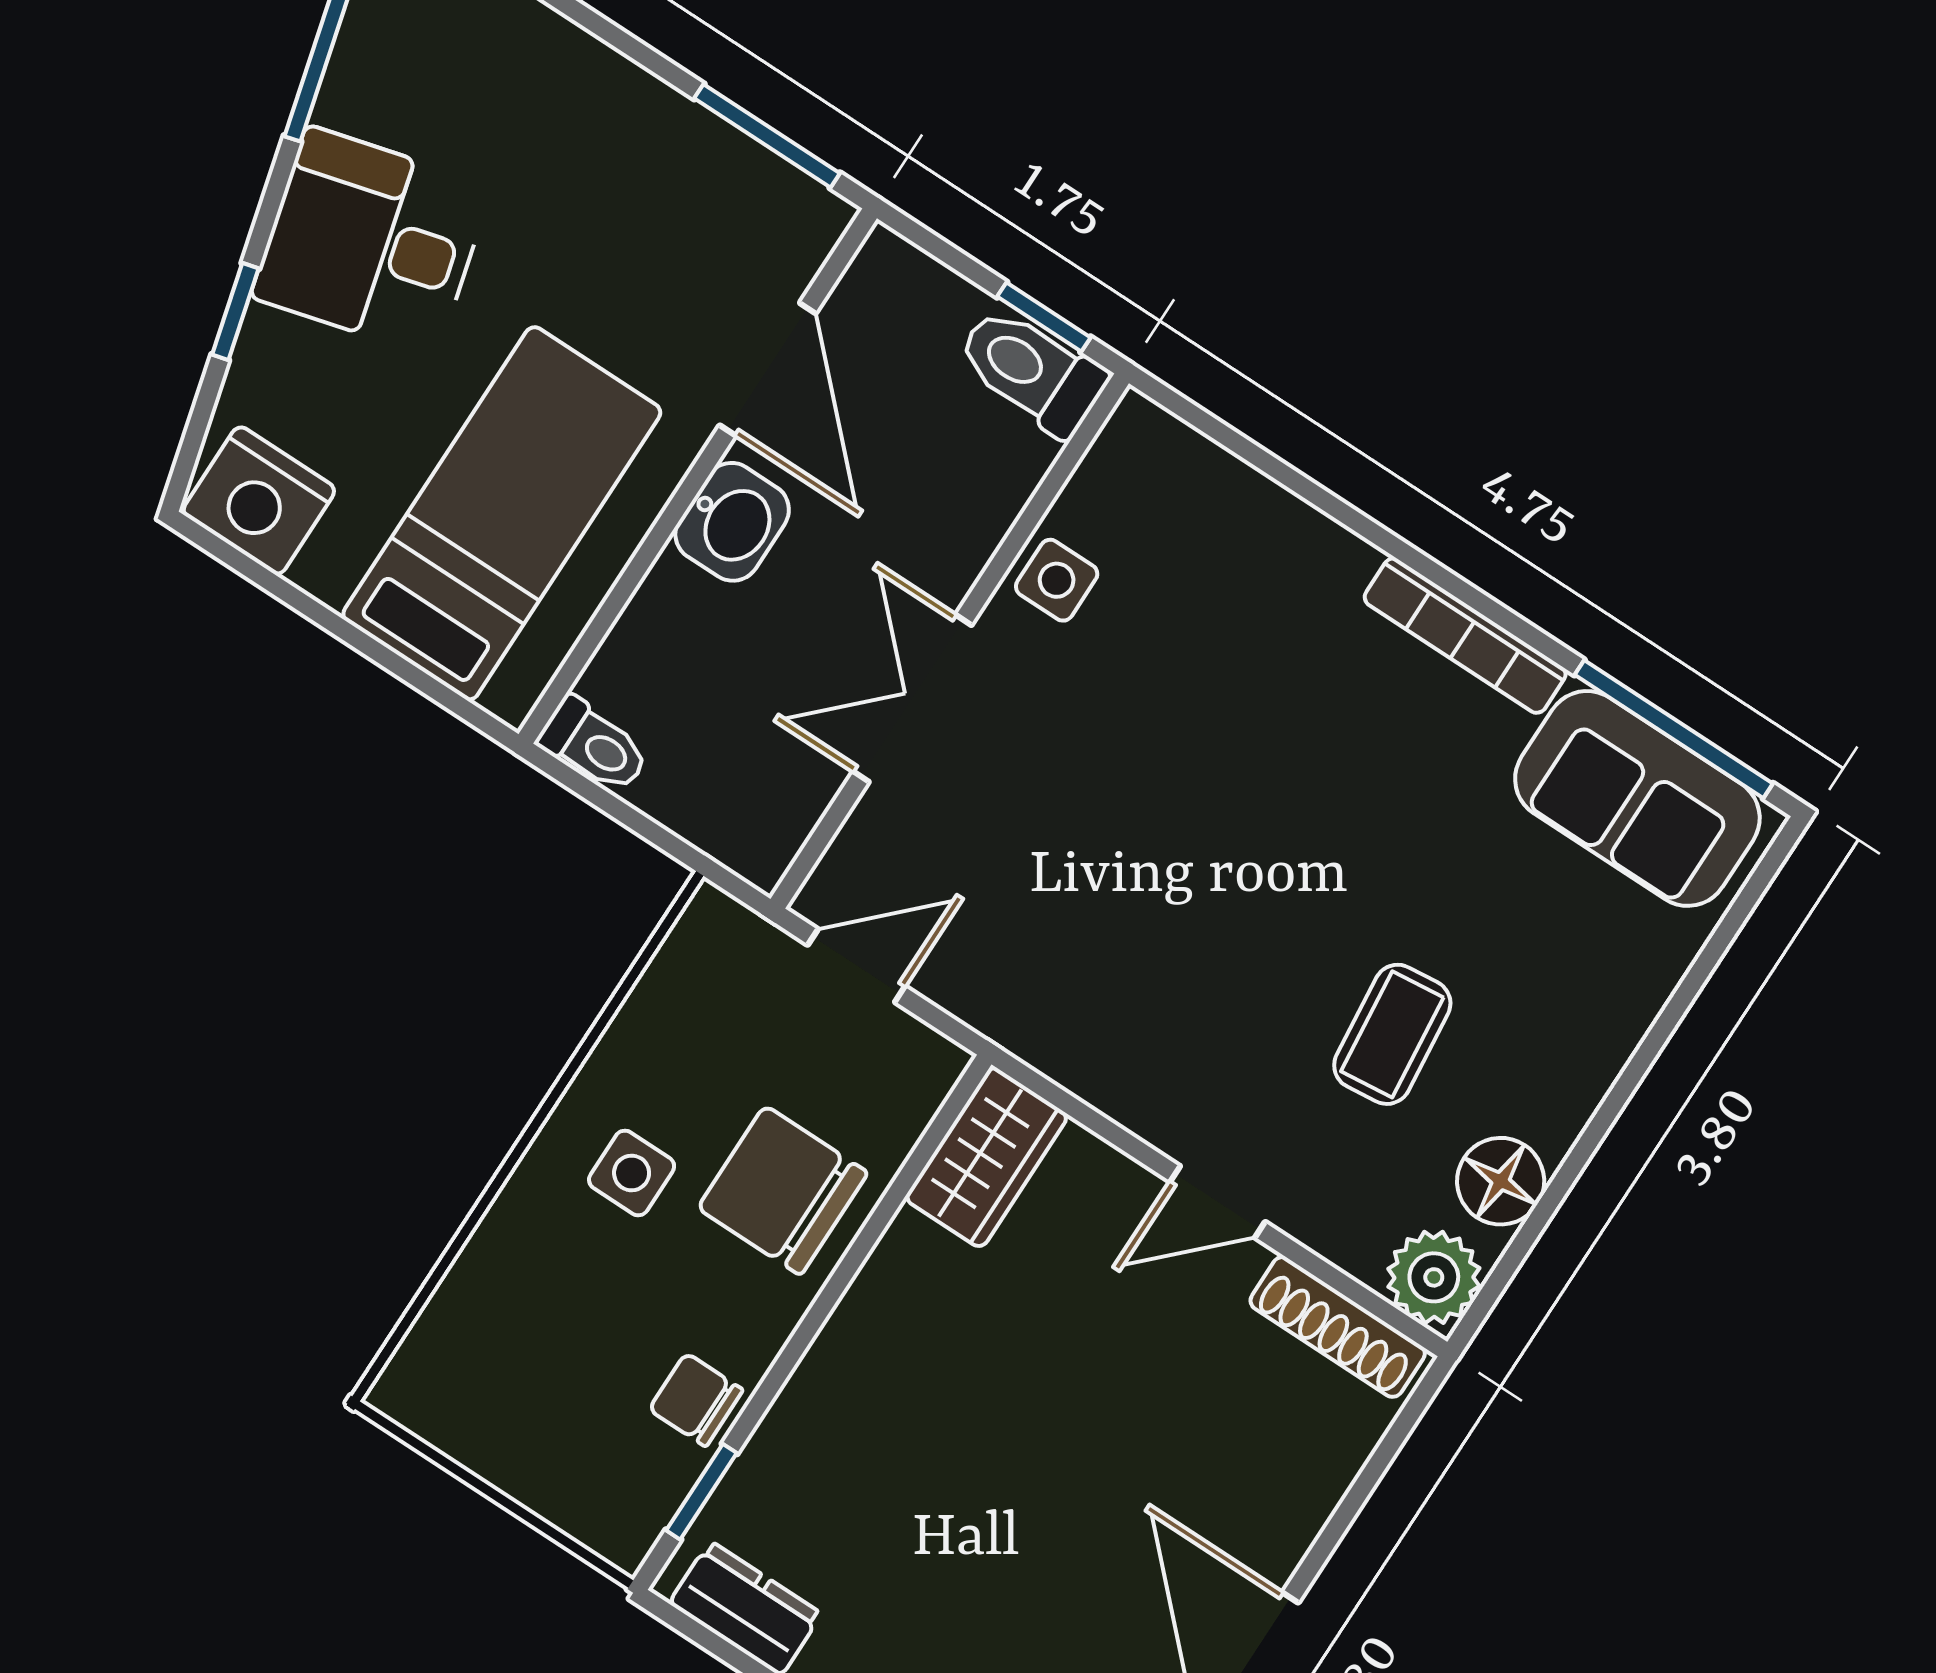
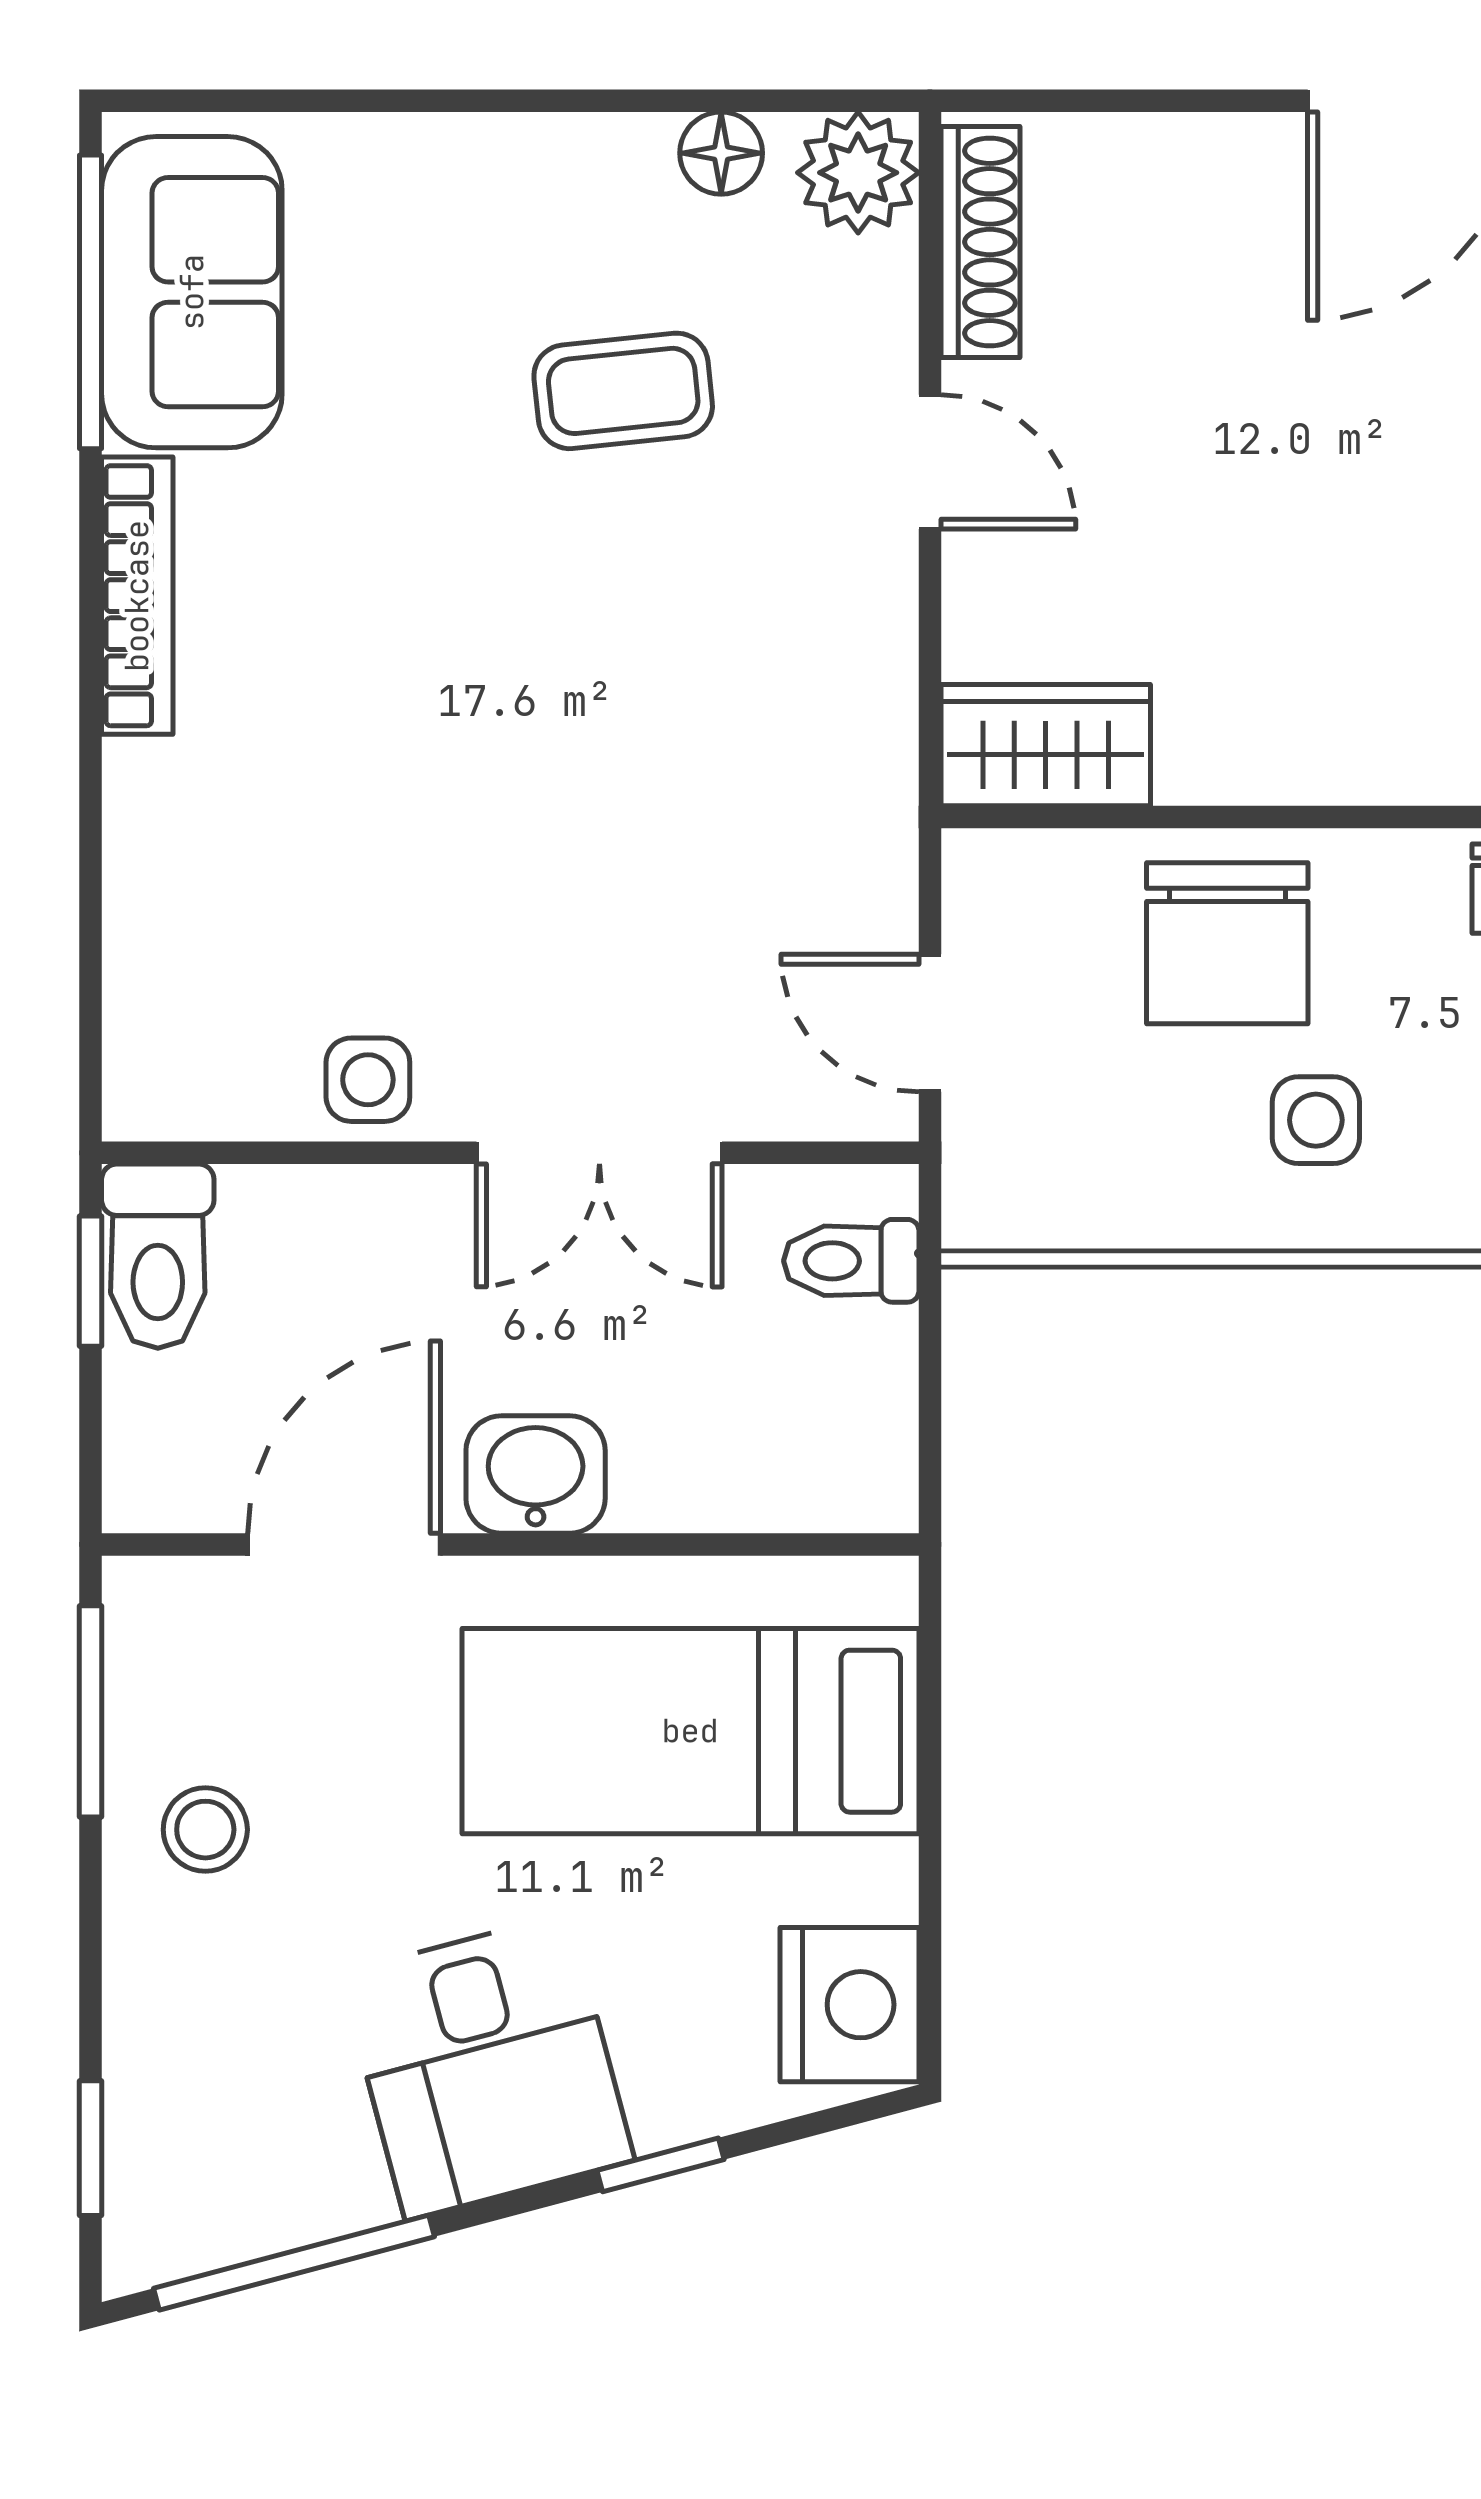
stool: (643, 160) -> (205, 1830), added
toilet: (594, 745) -> (851, 1261), moved, turned -90
floor lamp: (1501, 1181) -> (721, 153), width x0.73, depth x0.73

